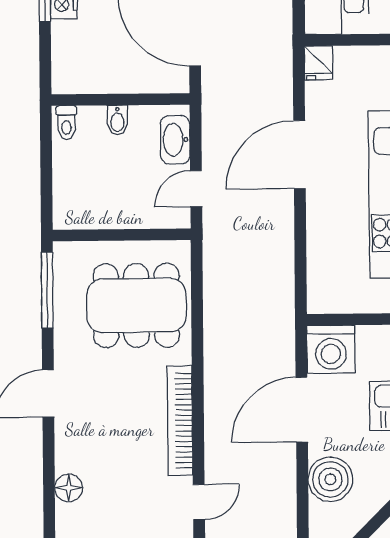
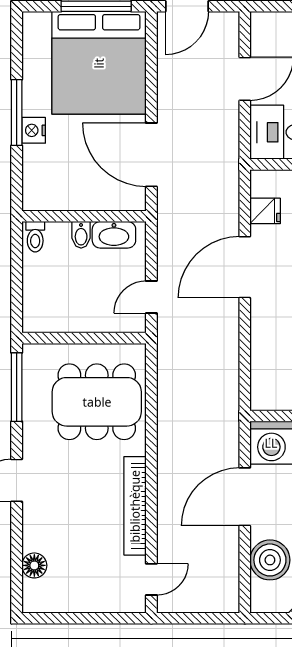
fridge: (319, 63) -> (265, 211), moved, turned -90
washbasin: (175, 140) -> (114, 235), moved, turned -90

